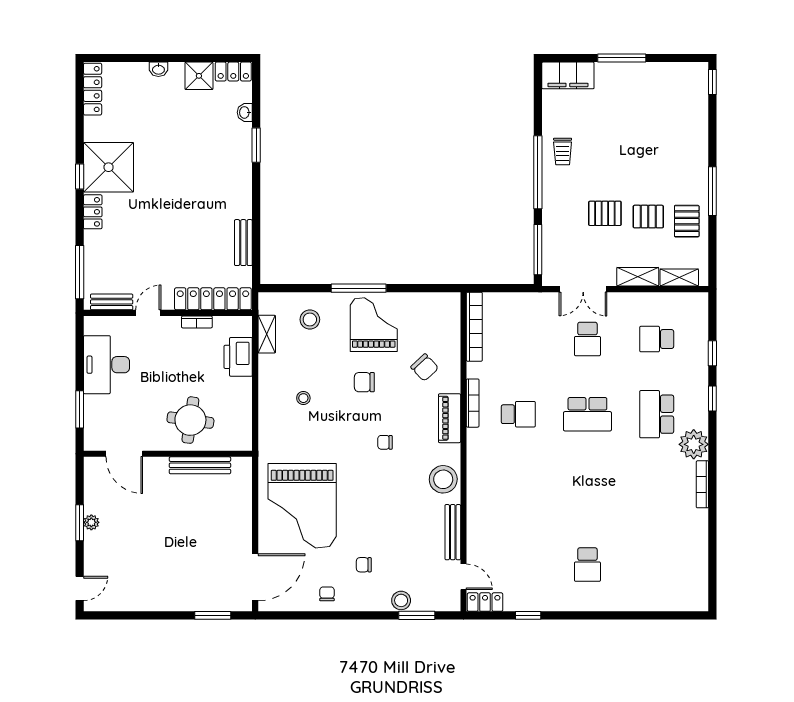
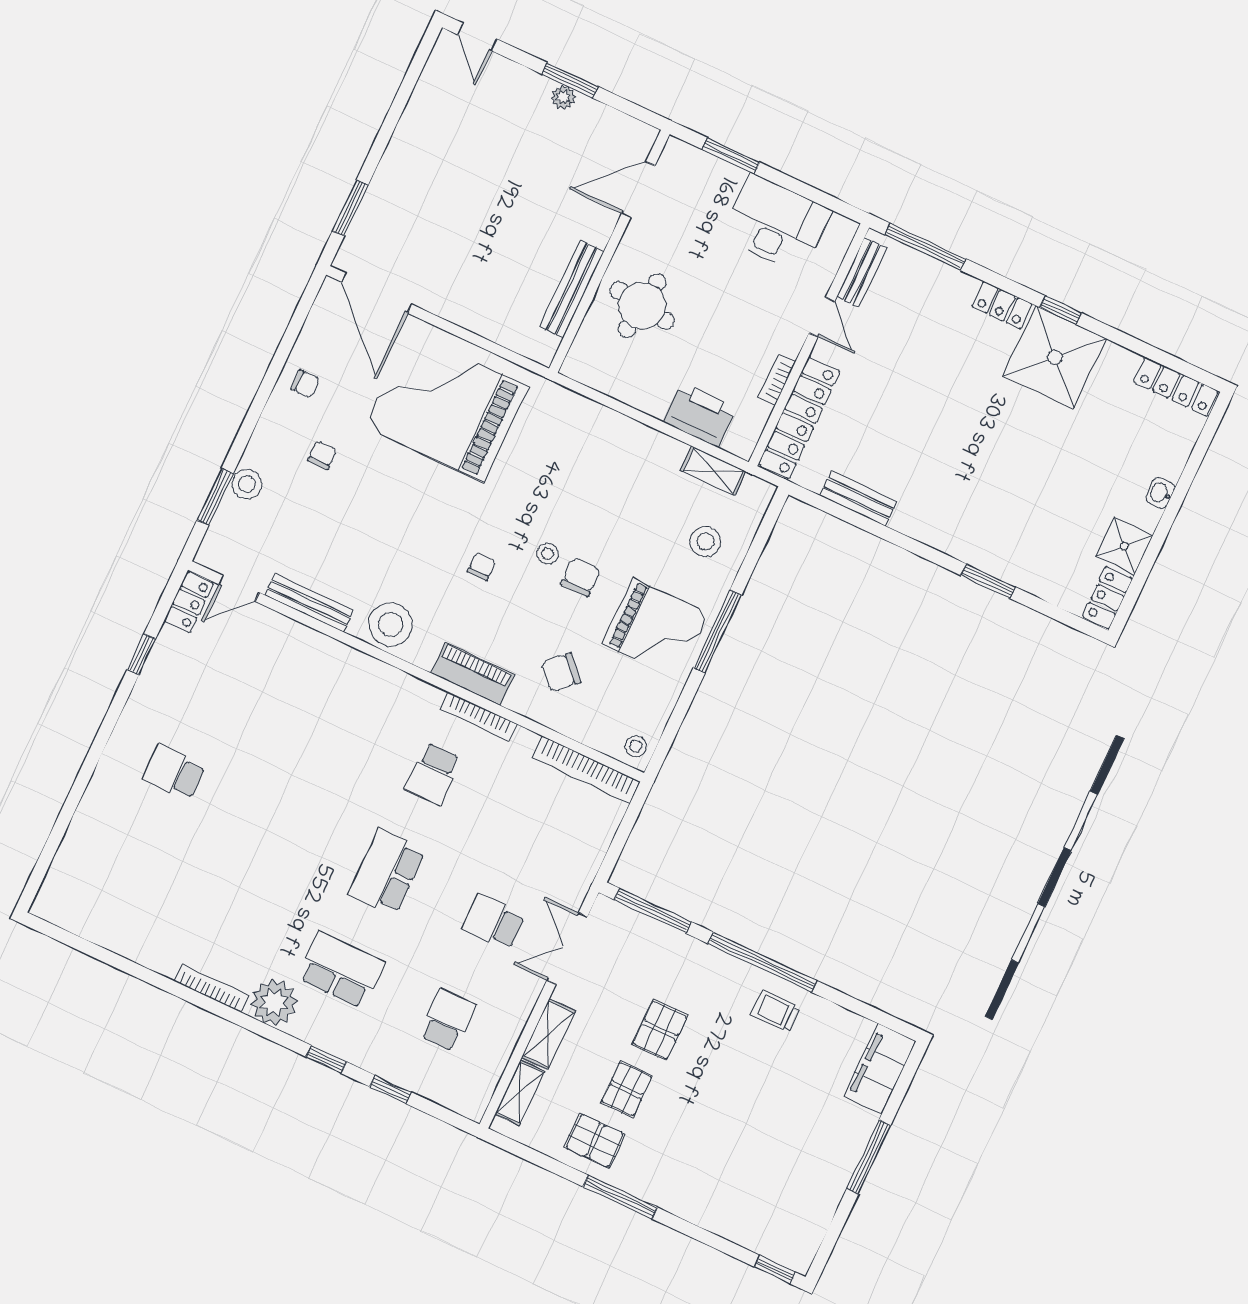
washbasin: (245, 112) -> (1042, 587), removed
stool: (447, 304) -> (636, 746), added
stool: (303, 398) -> (547, 554), moved

